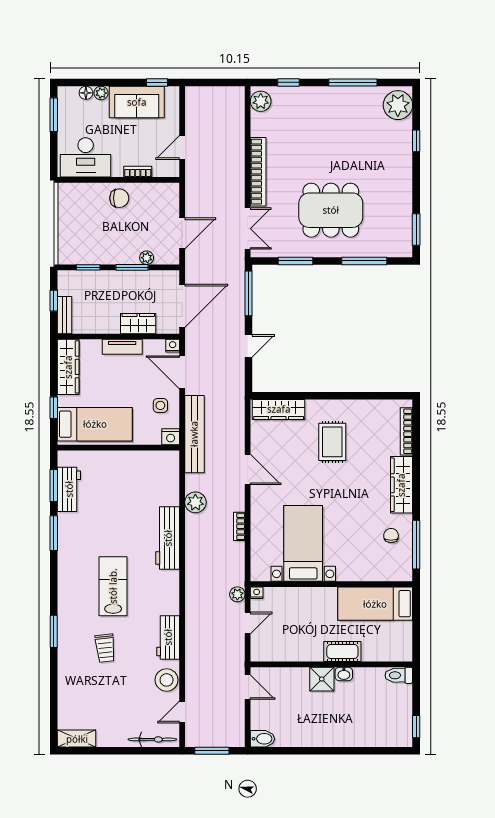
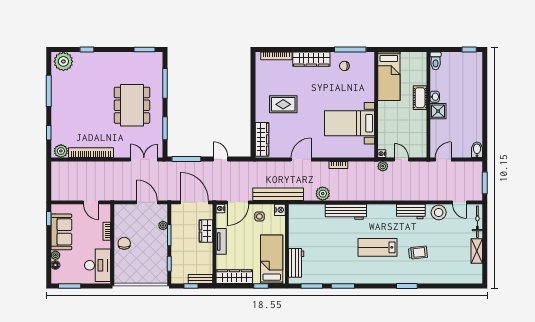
bookcase: (258, 172) -> (91, 153), moved
workbench: (69, 489) -> (296, 263), moved, turned 90
shelving: (77, 739) -> (477, 251), moved

